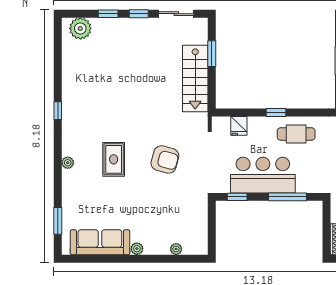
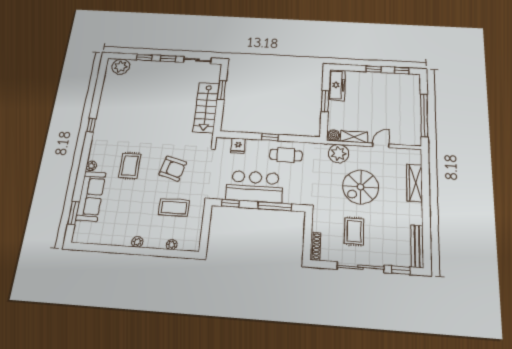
coffee table: (173, 206) -> (174, 208), added
sofa: (100, 242) -> (91, 196), moved, turned 90

